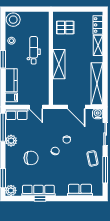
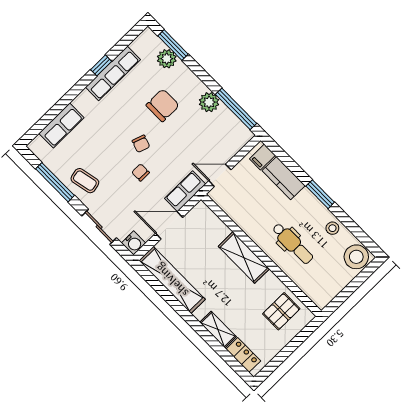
row of seats: (17, 114) -> (185, 191), moved
chair: (31, 158) -> (163, 105), turned 180
plant: (11, 190) -> (167, 59), moved

